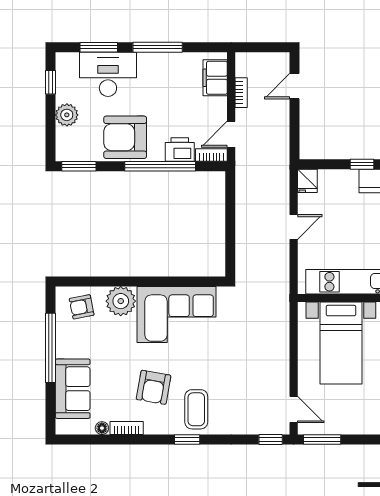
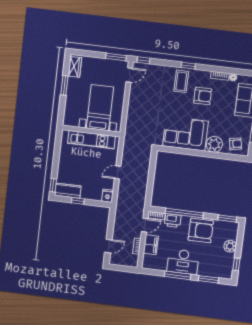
desk: (108, 74) -> (183, 262), moved
filing cabinet: (215, 78) -> (151, 245), moved
armchair: (154, 387) -> (203, 96), turned 80
door: (294, 409) -> (129, 75), swing flipped

